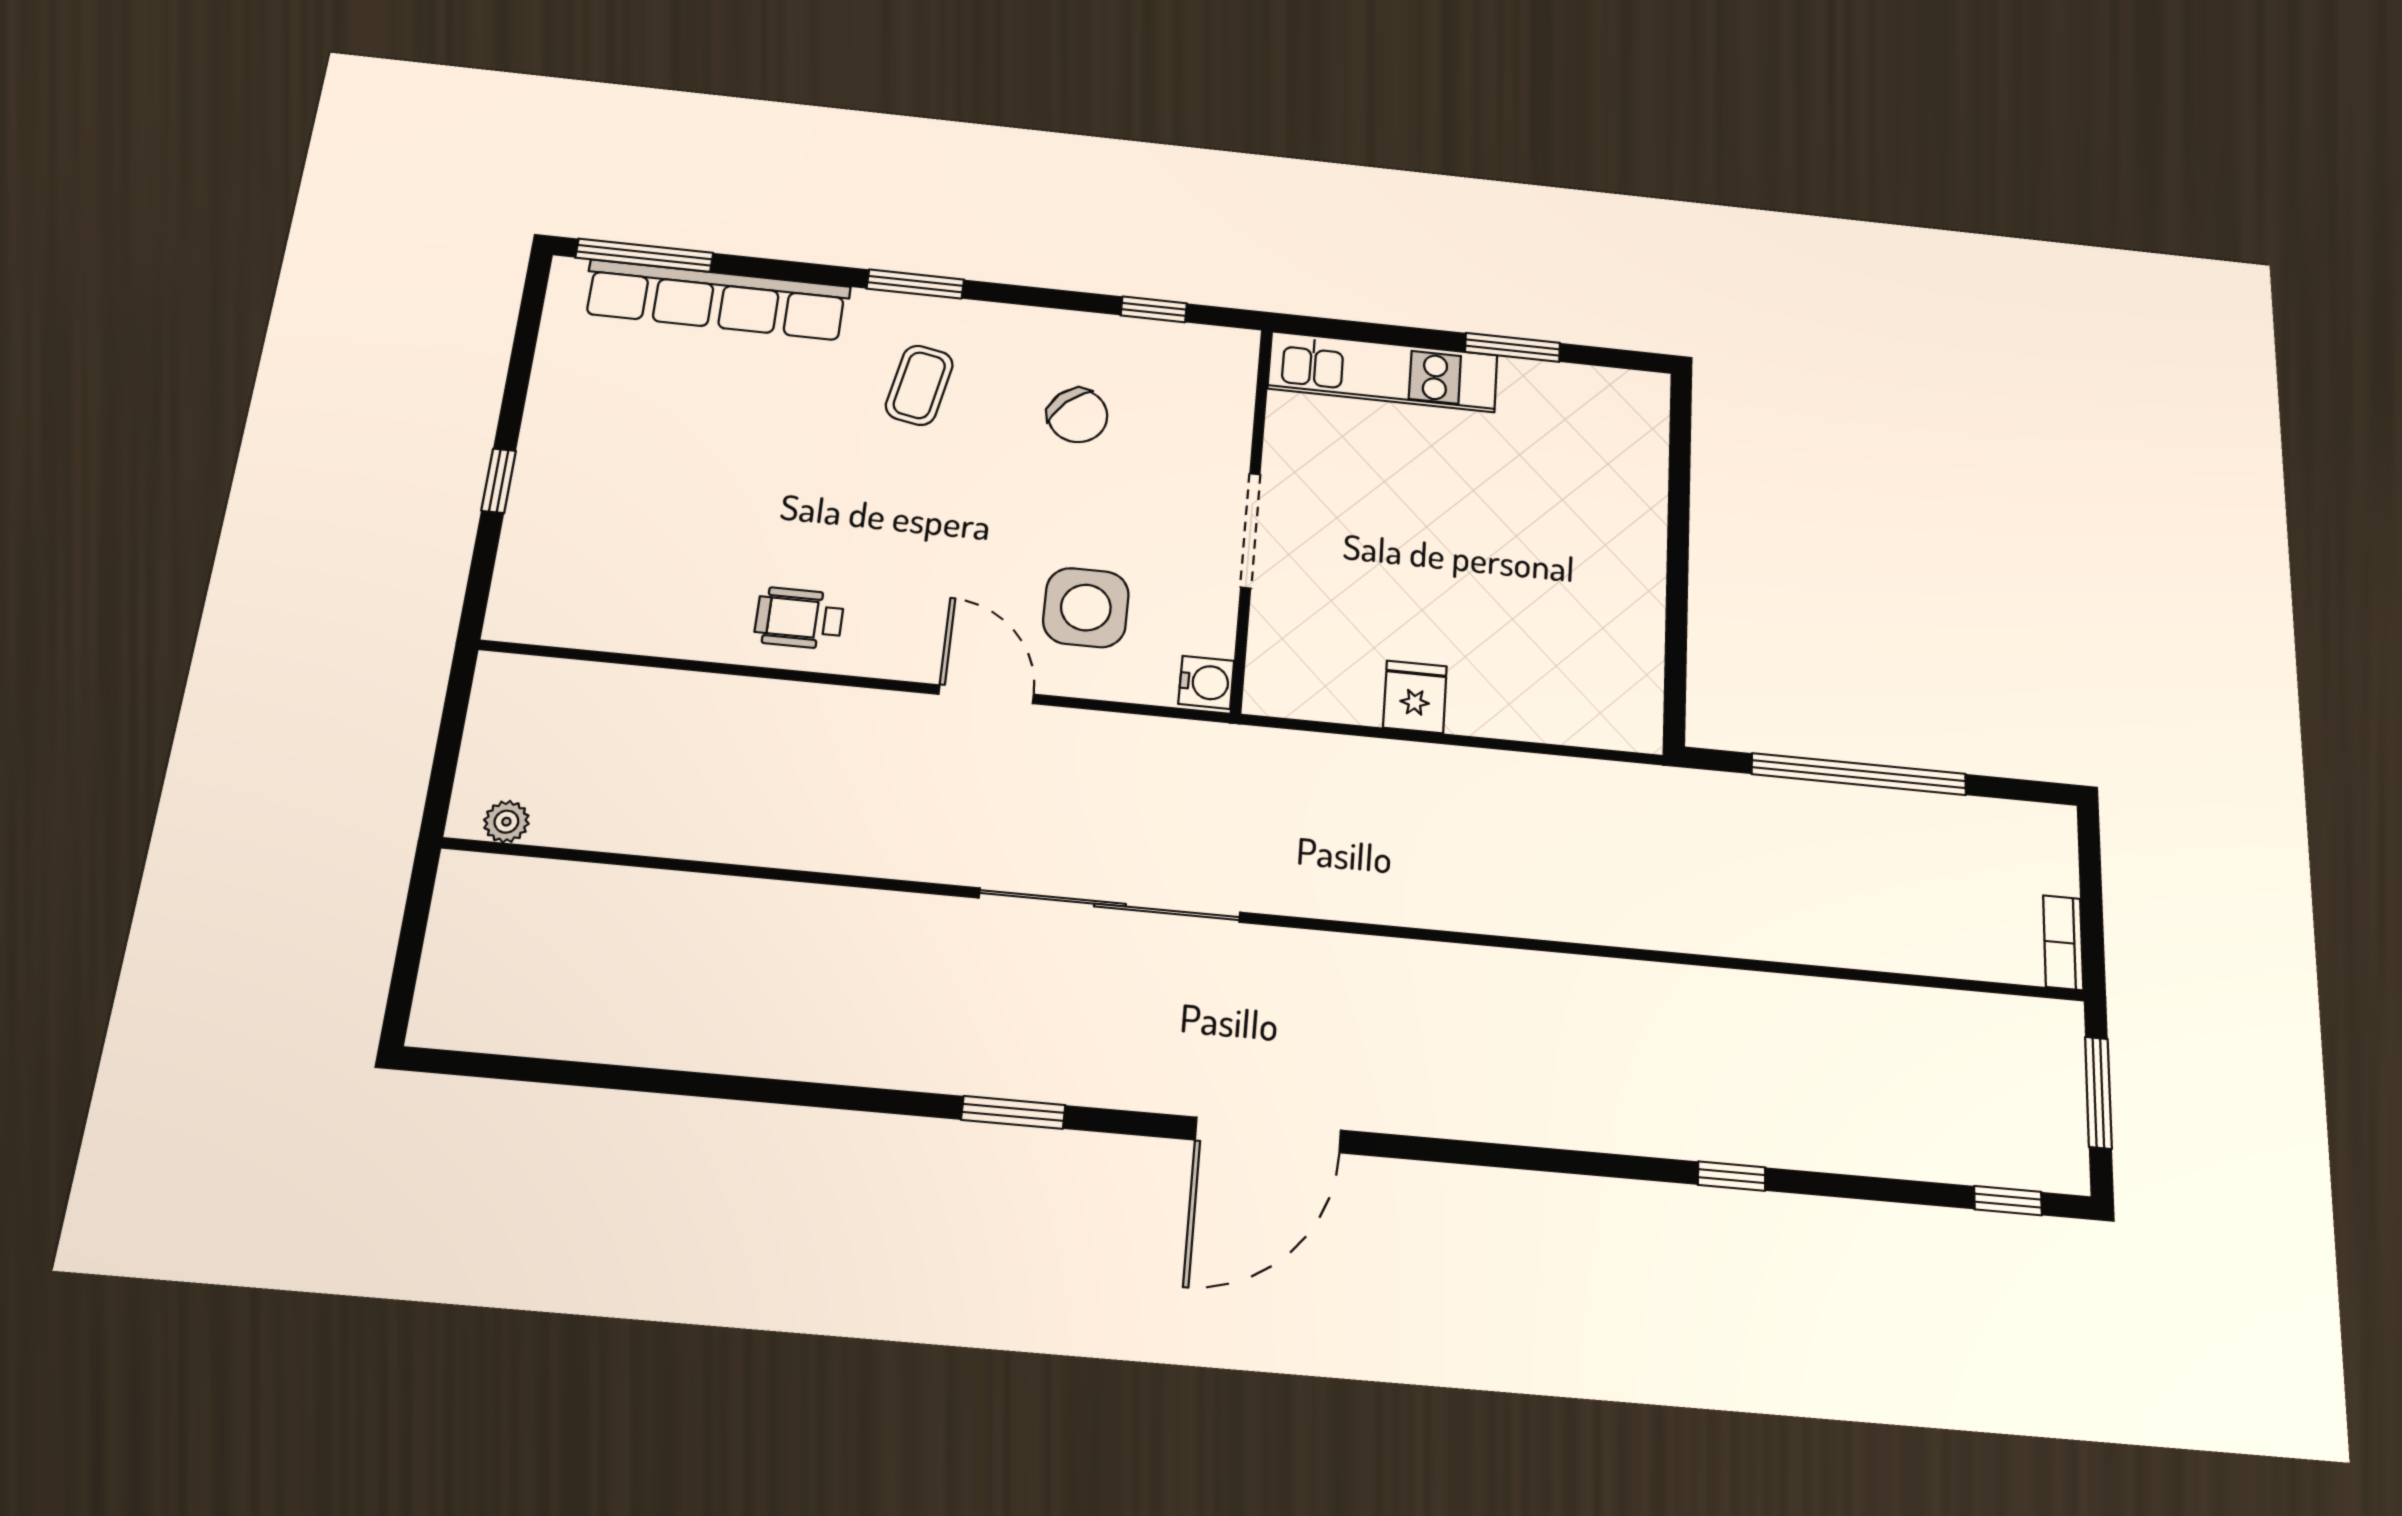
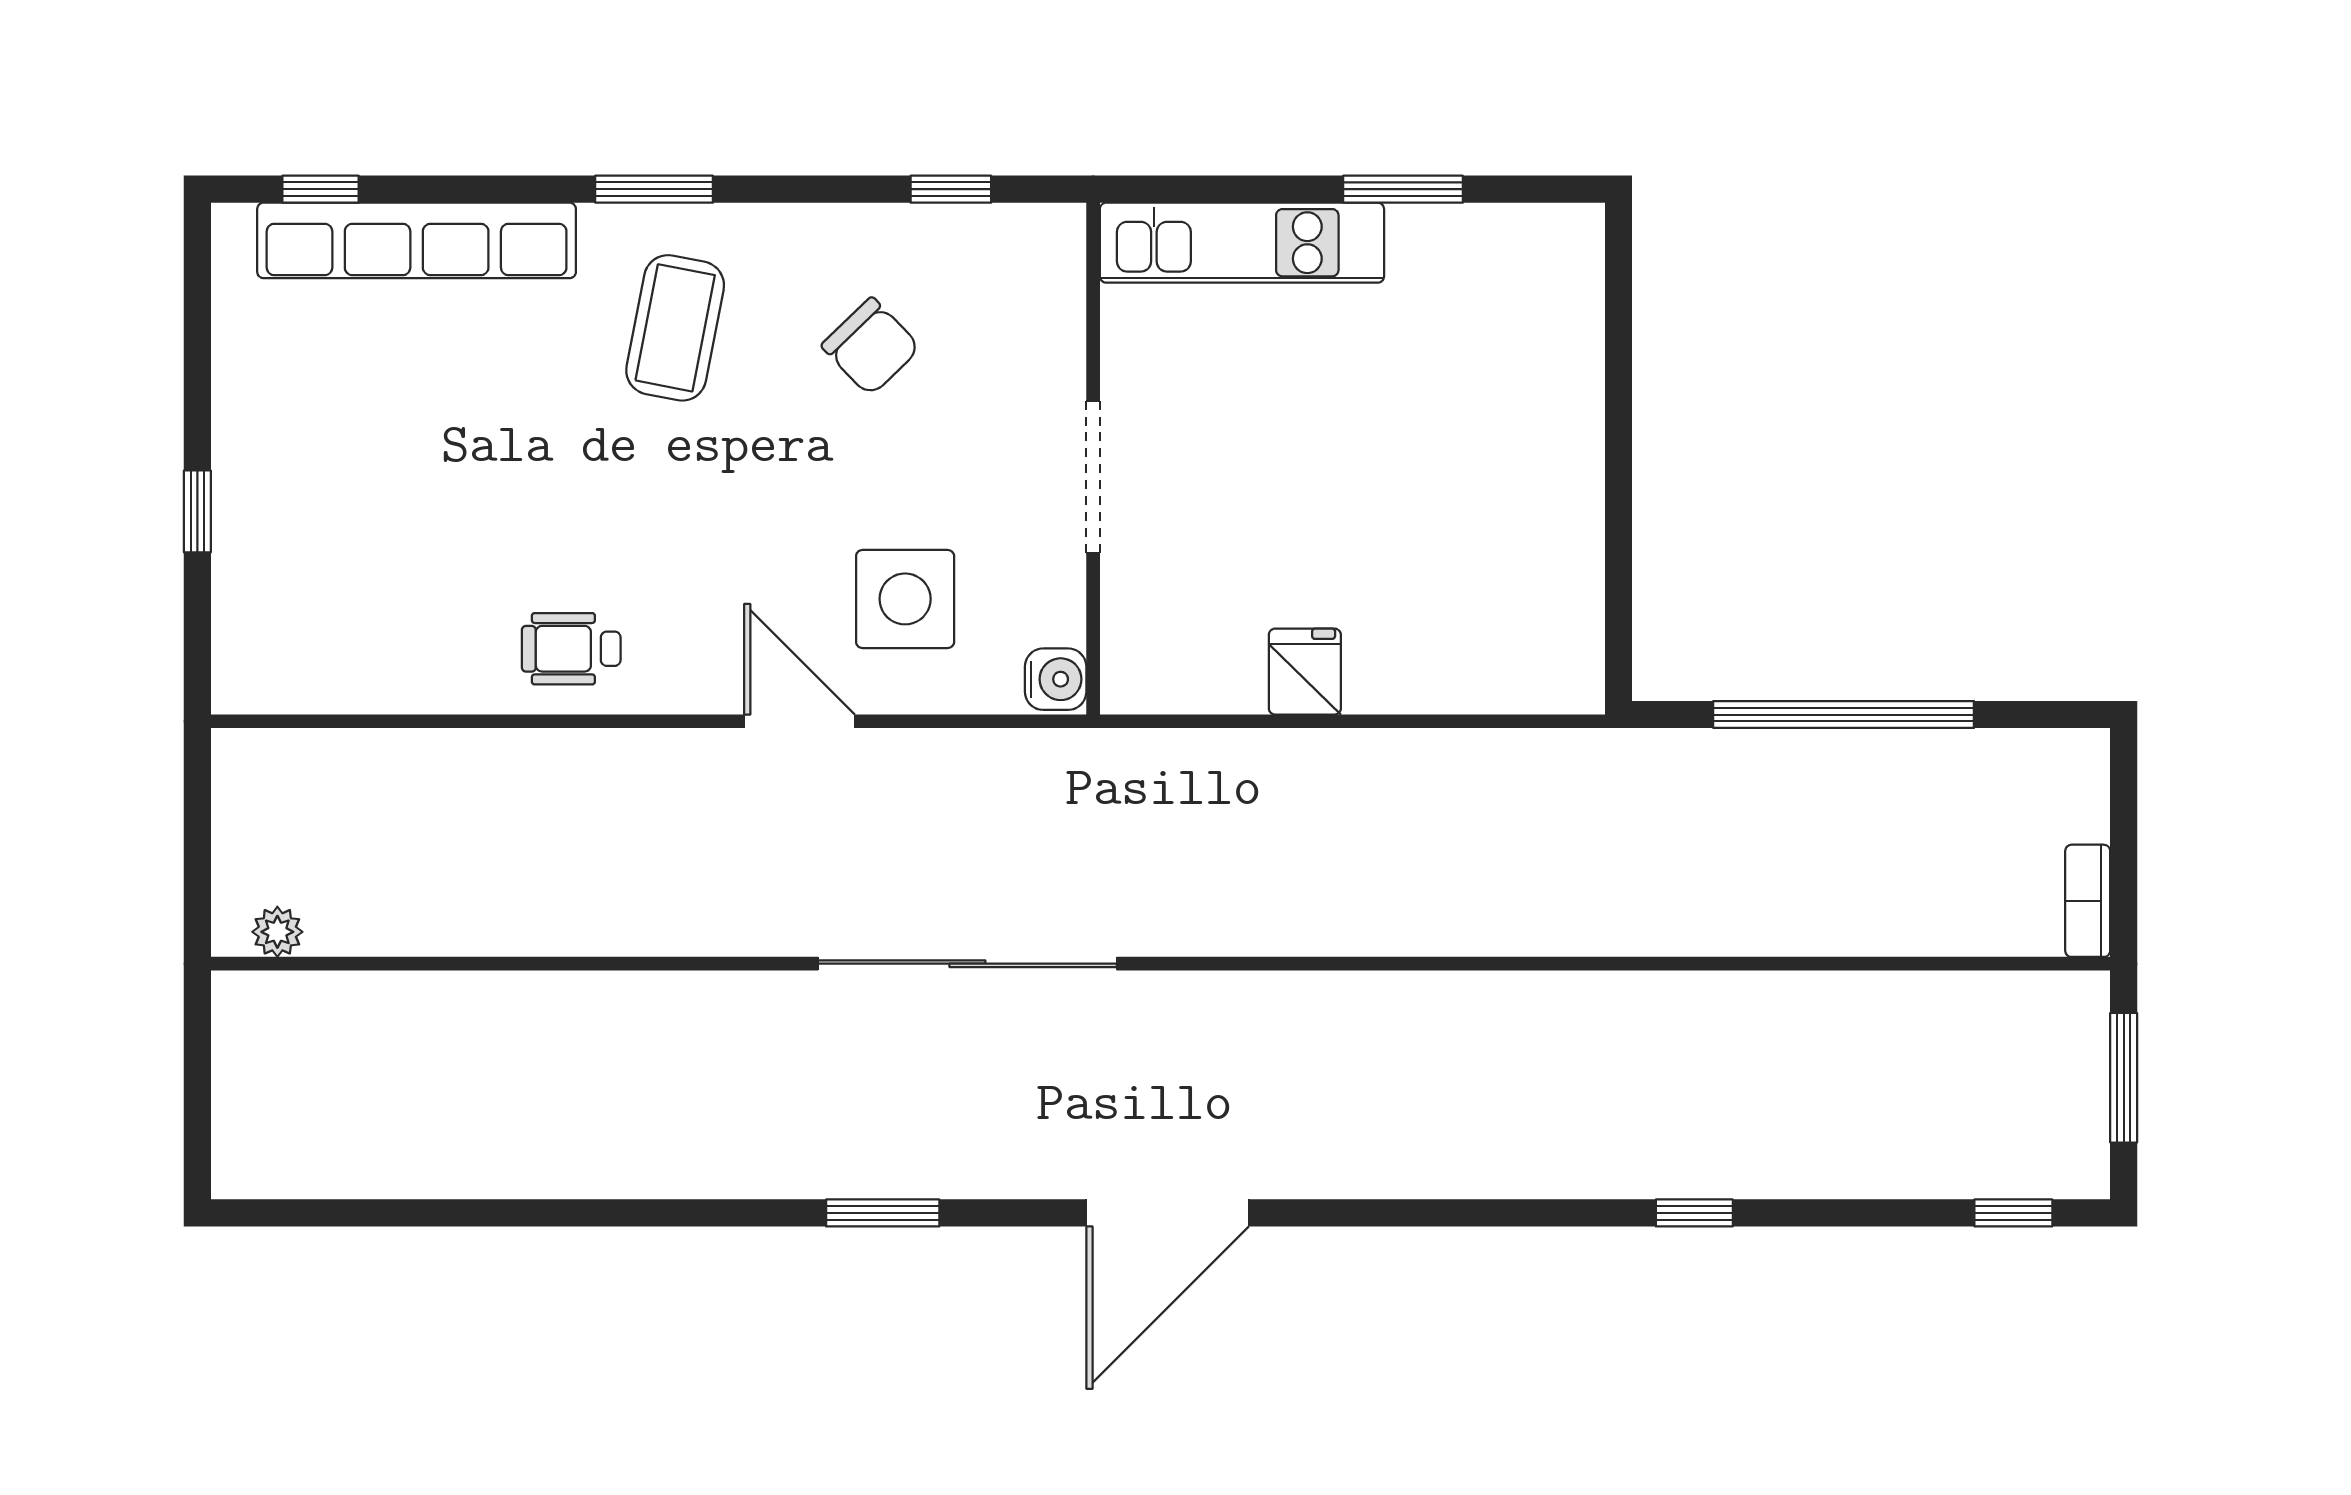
window: (644, 255) -> (321, 189), width x0.46
coffee table: (919, 385) -> (675, 328), width x1.36, depth x1.30

